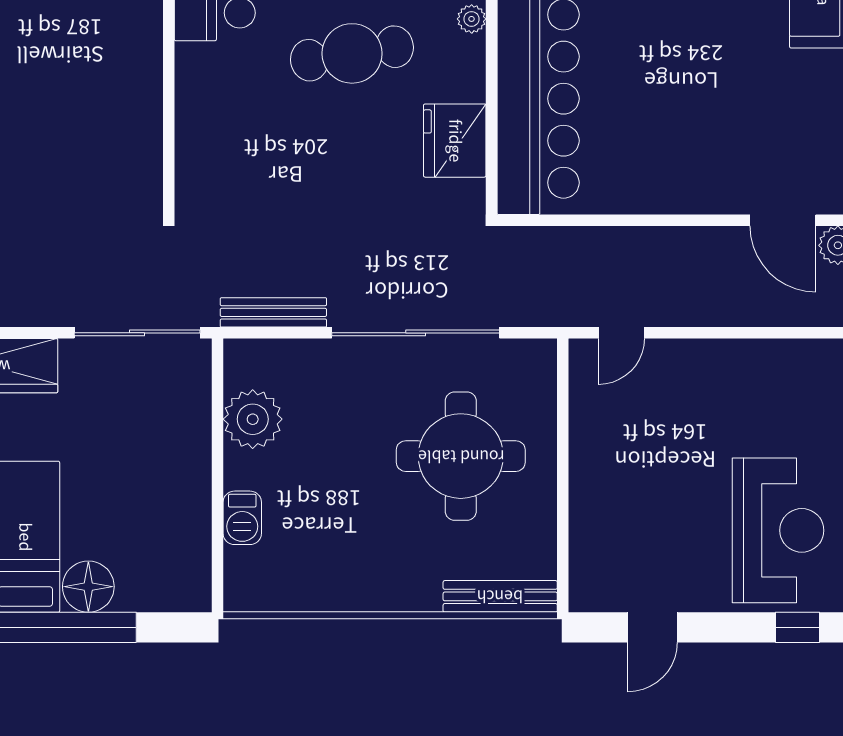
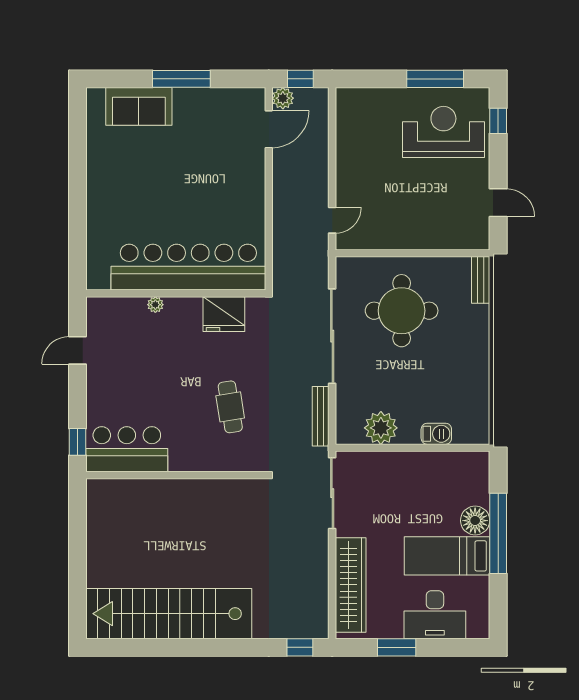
cafe table: (352, 53) -> (230, 407), moved, width x0.73, depth x0.74
door: (621, 333) -> (332, 220), hinge flipped
bench: (500, 596) -> (481, 280), width x0.73

